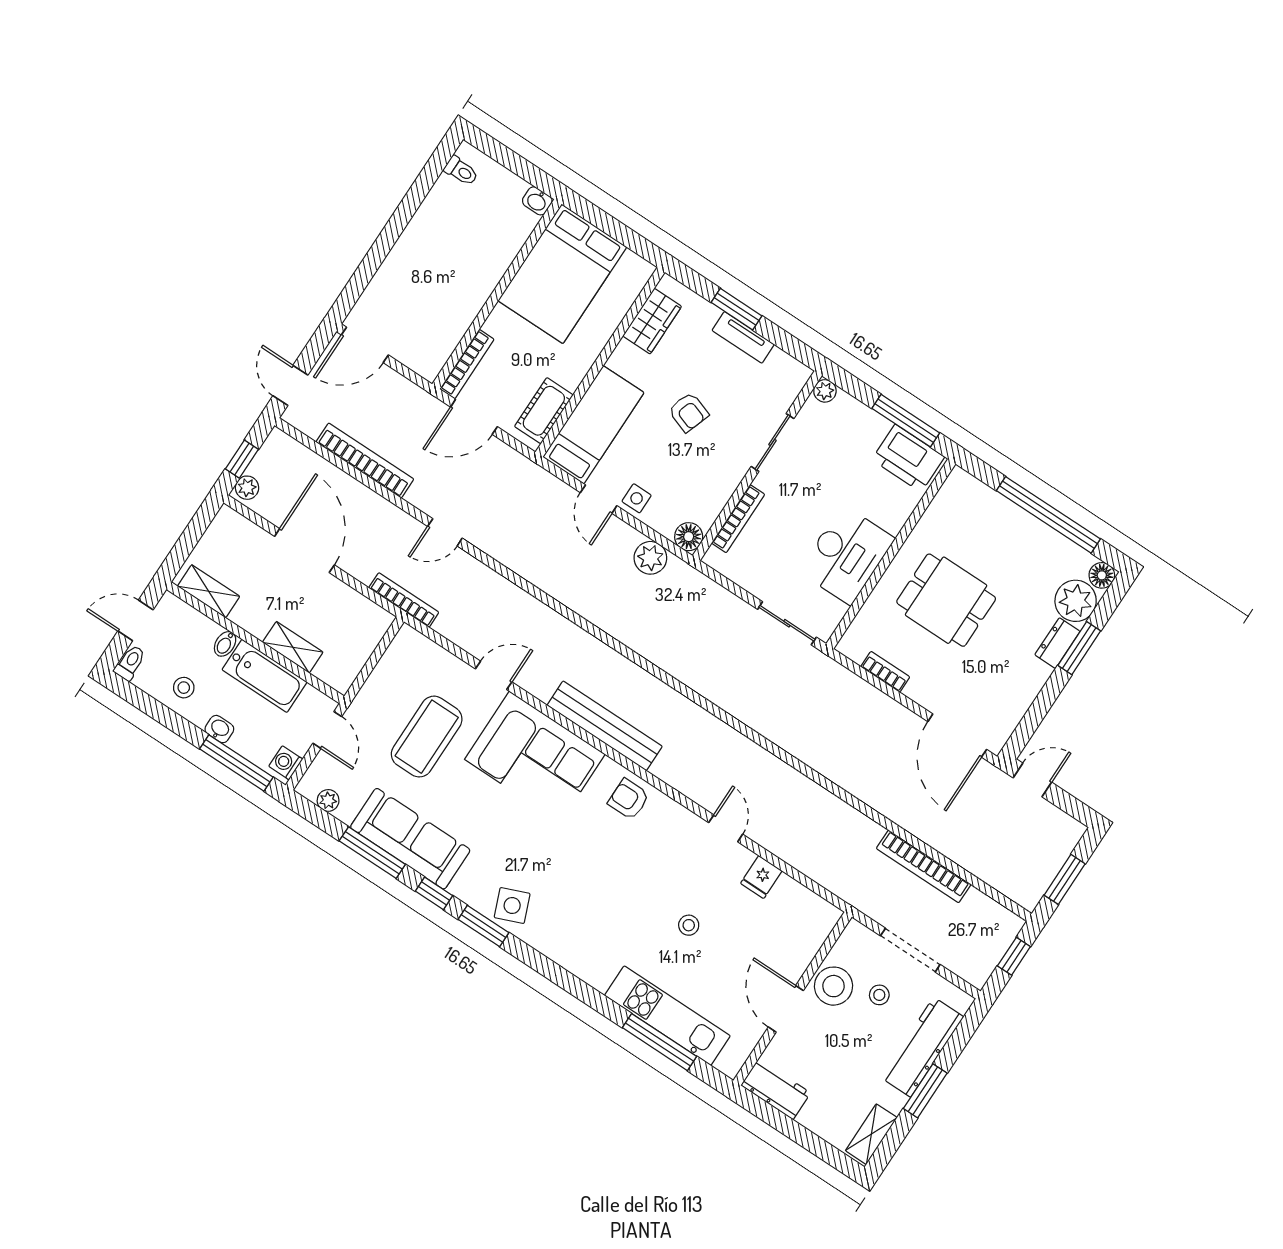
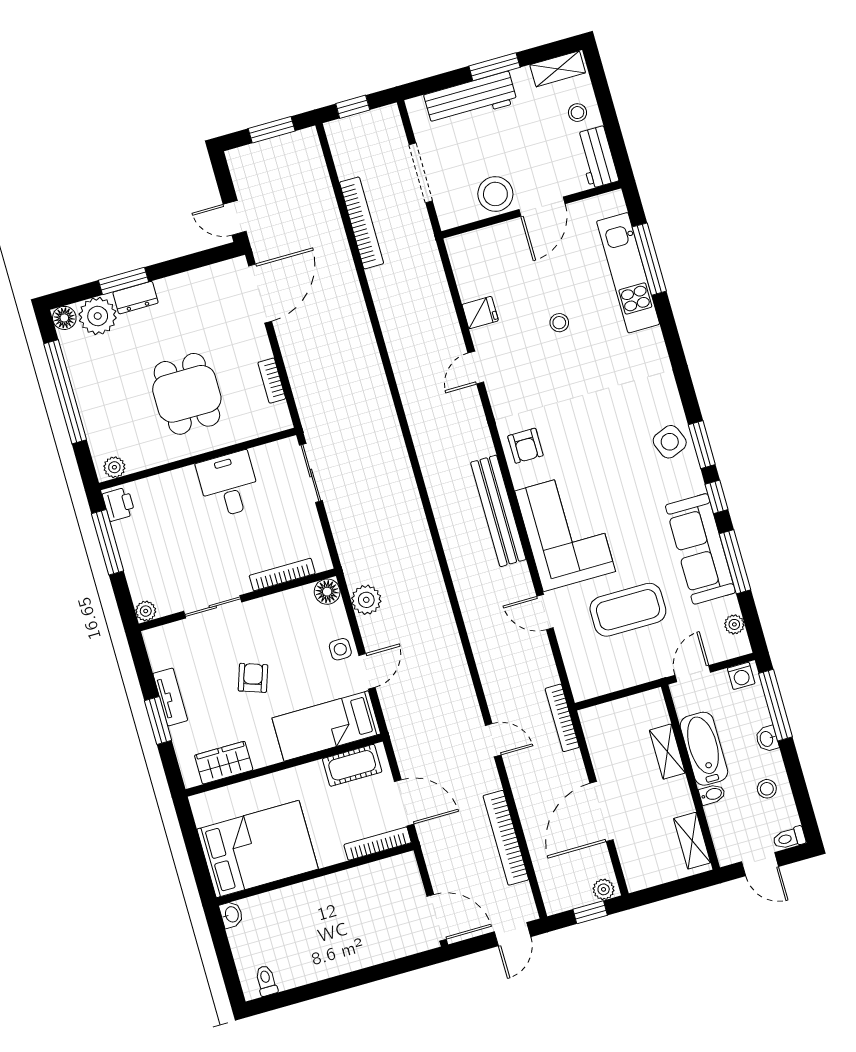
printer: (908, 458) -> (119, 504), width x0.53, depth x0.68
plant: (954, 488) -> (114, 467), added
desk: (847, 555) -> (229, 485), width x0.73
stool: (879, 995) -> (577, 113), moved

